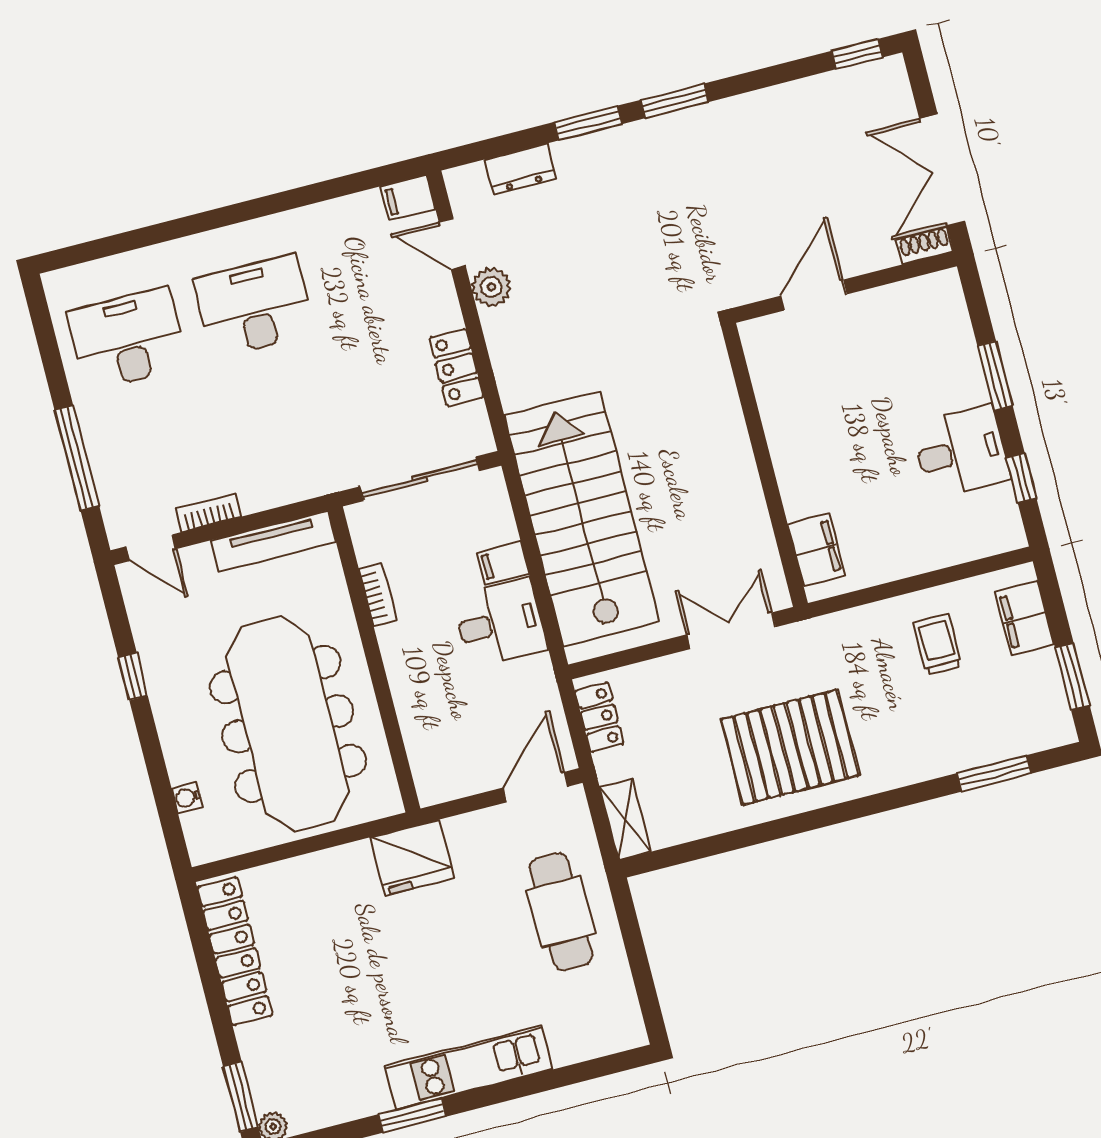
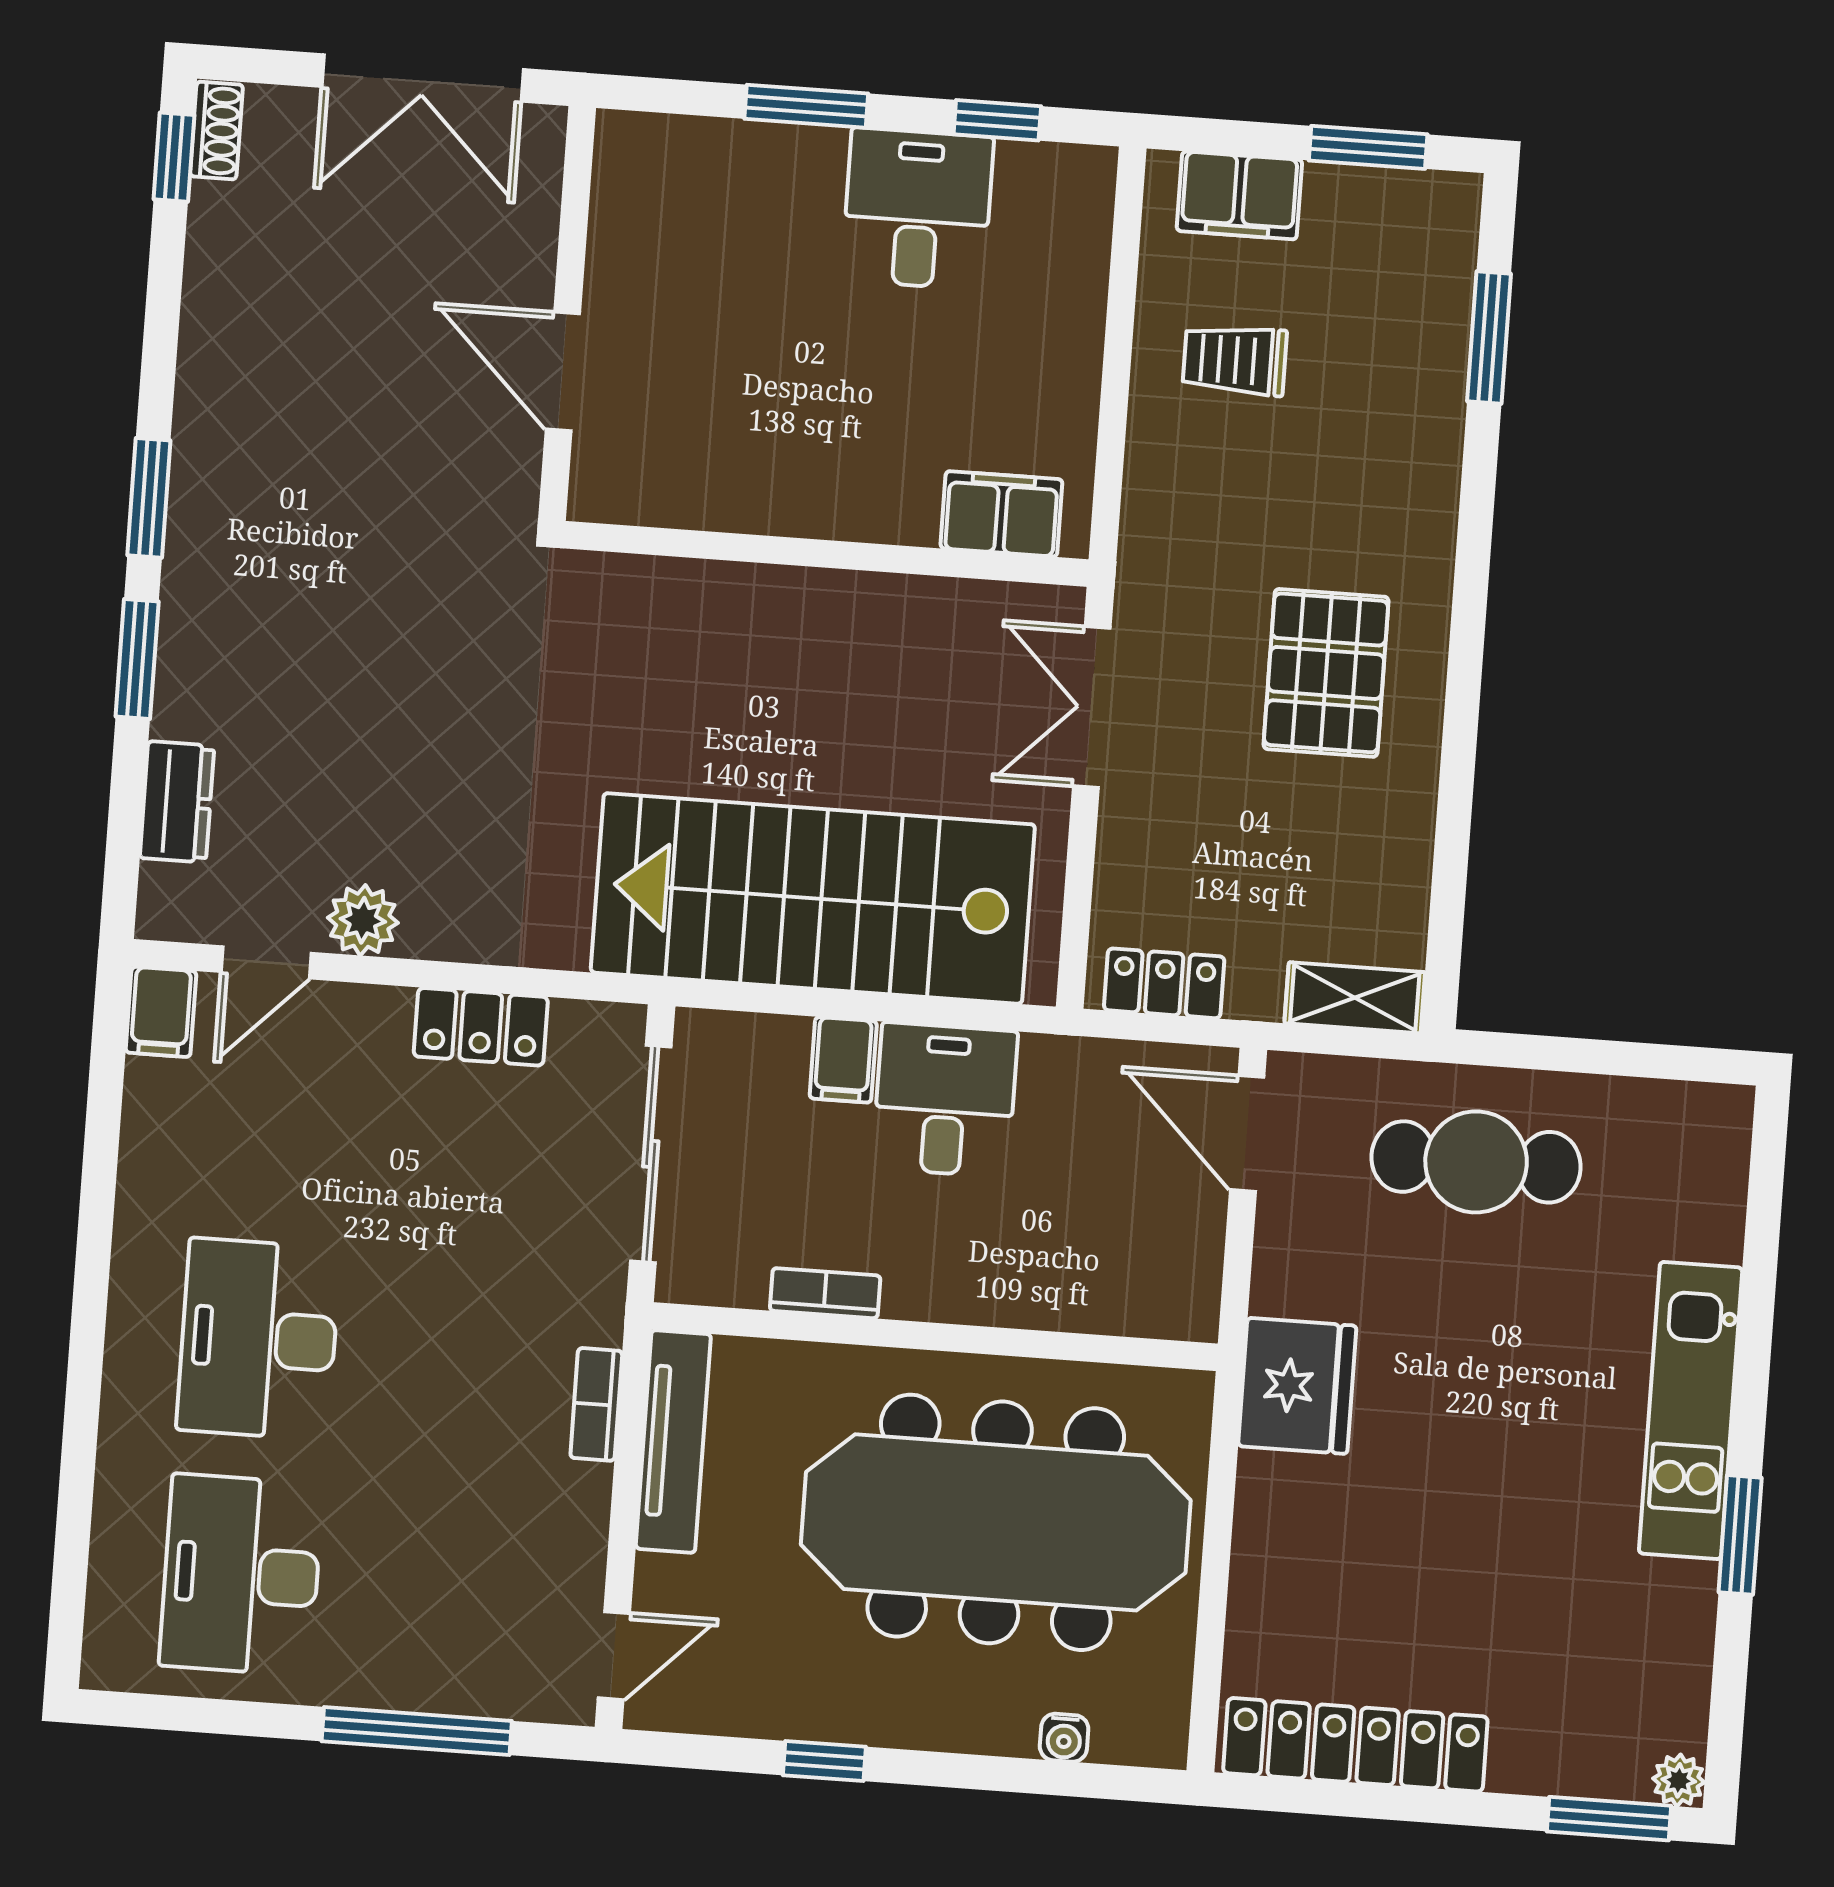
shoe rack: (925, 246) -> (216, 130), moved, turned 180
bookcase: (208, 513) -> (596, 1404), moved
pallet: (790, 747) -> (1326, 673), width x0.73, depth x0.71

